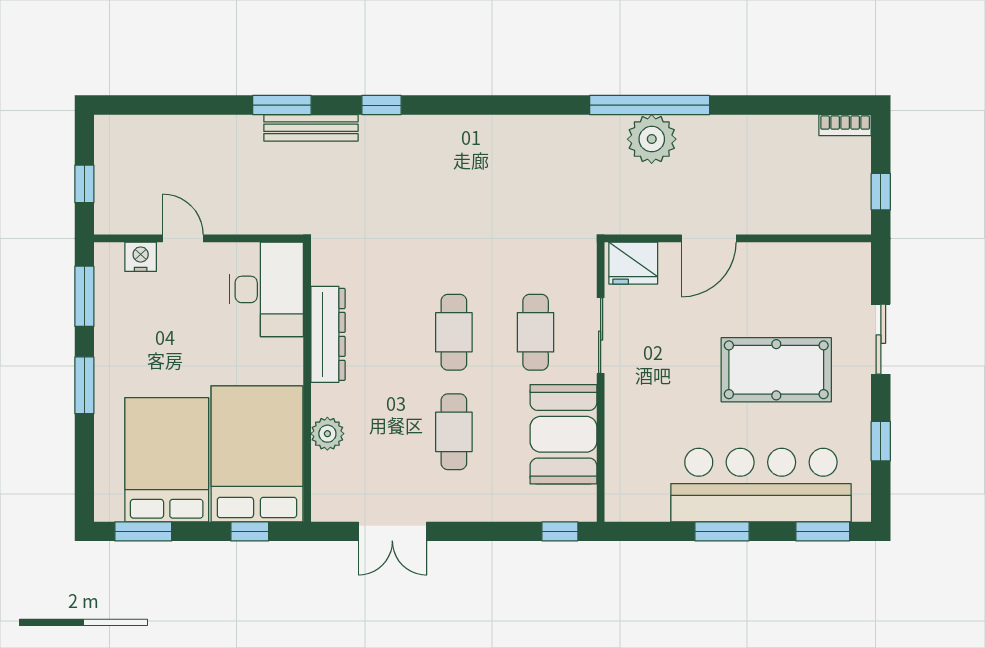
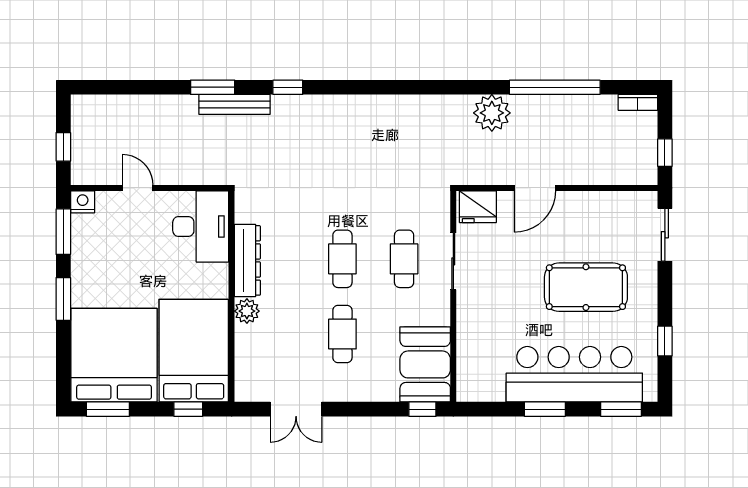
window: (650, 105) -> (555, 87), moved
nightstand: (141, 257) -> (83, 202), moved
sliding door: (881, 339) -> (665, 235), moved
plant: (327, 434) -> (247, 311), moved
booth: (563, 434) -> (425, 364), moved
bed: (167, 460) -> (114, 355), width x1.36

